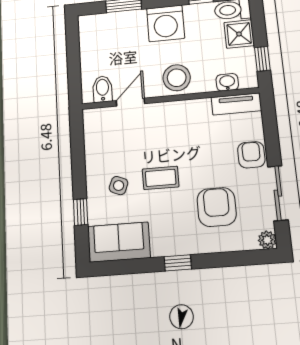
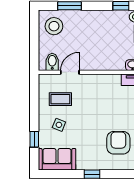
washing machine: (166, 23) -> (96, 22), removed
stool: (177, 78) -> (54, 26), moved
coffee table: (161, 178) -> (60, 99), moved

